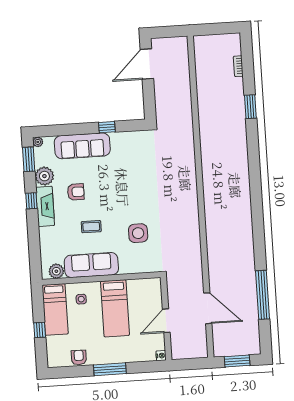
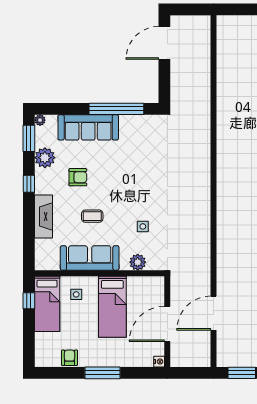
window: (107, 127) -> (116, 109), width x3.17
fireplace: (45, 206) -> (43, 217), moved
side table: (138, 233) -> (143, 226), width x0.54, depth x0.54
plant: (56, 271) -> (138, 262), moved
door: (208, 308) -> (213, 313), swing flipped
door: (166, 321) -> (167, 324), width x1.36
window: (40, 330) -> (29, 301), moved

